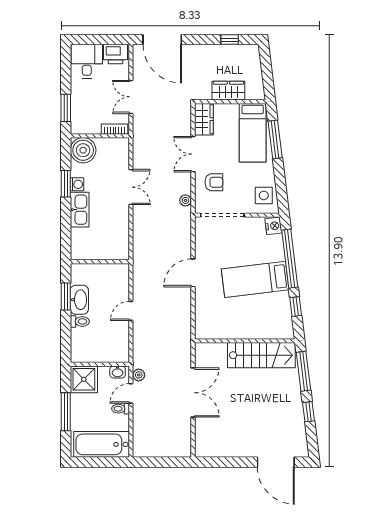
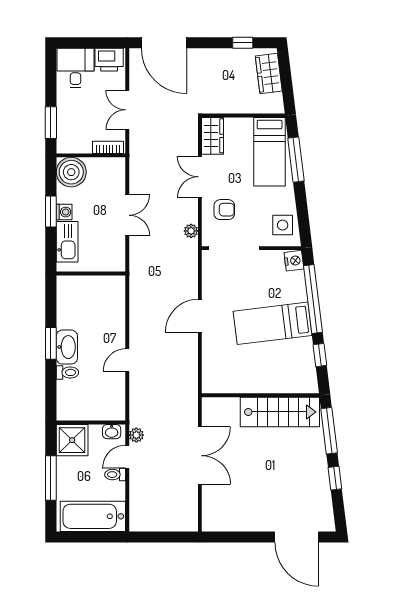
wardrobe: (228, 91) -> (269, 74), moved, turned -97
wall: (100, 262) -> (91, 274), moved

